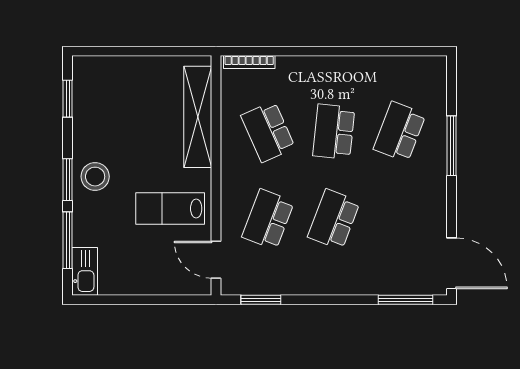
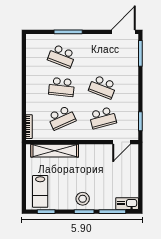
lab bench: (170, 209) -> (40, 191), moved
school desk: (268, 219) -> (103, 118), turned -36

